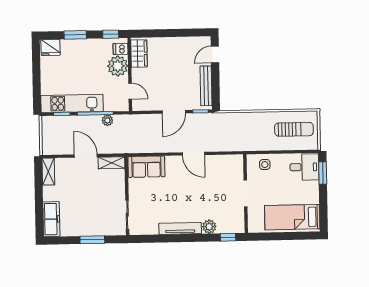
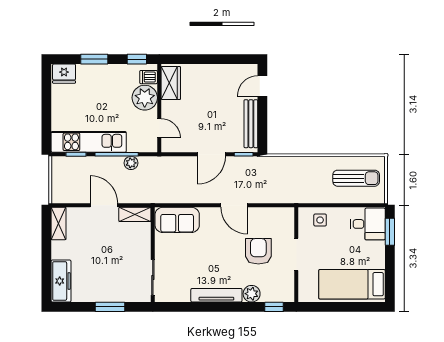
armchair: (214, 191) -> (258, 251), added

